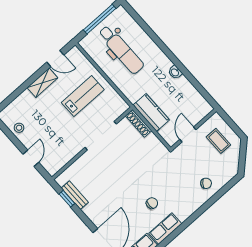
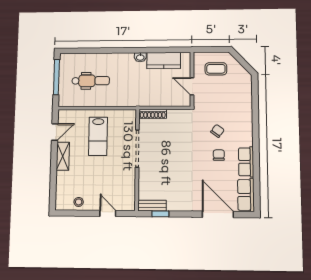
dental chair: (121, 50) -> (91, 81), width x0.73, depth x0.72
lab bench: (83, 96) -> (98, 136), turned 180
kitchen counter: (151, 113) -> (164, 61), moved, turned 180
chair: (206, 183) -> (217, 131), moved
bench: (75, 195) -> (152, 206), moved

